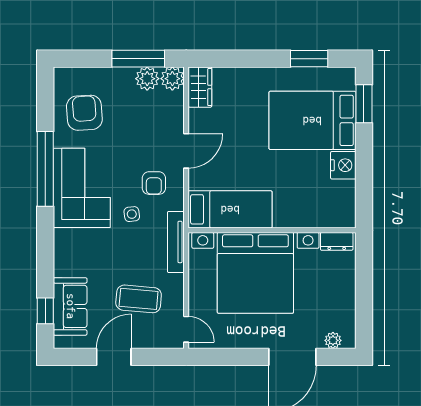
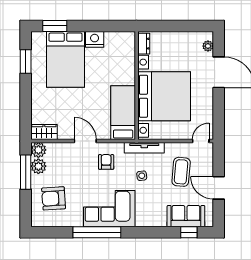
armchair: (84, 113) -> (54, 198), moved
armchair: (154, 183) -> (106, 162), turned -90
side table: (132, 214) -> (142, 176), moved

